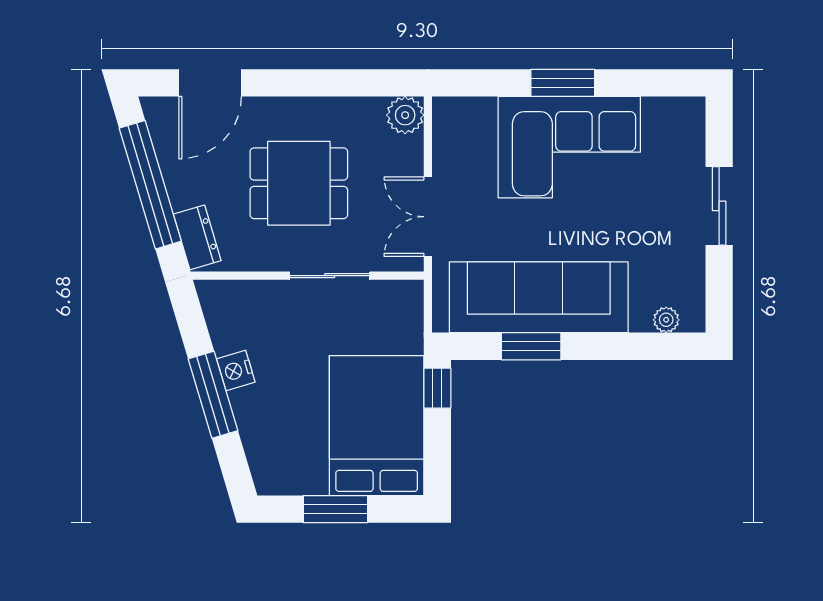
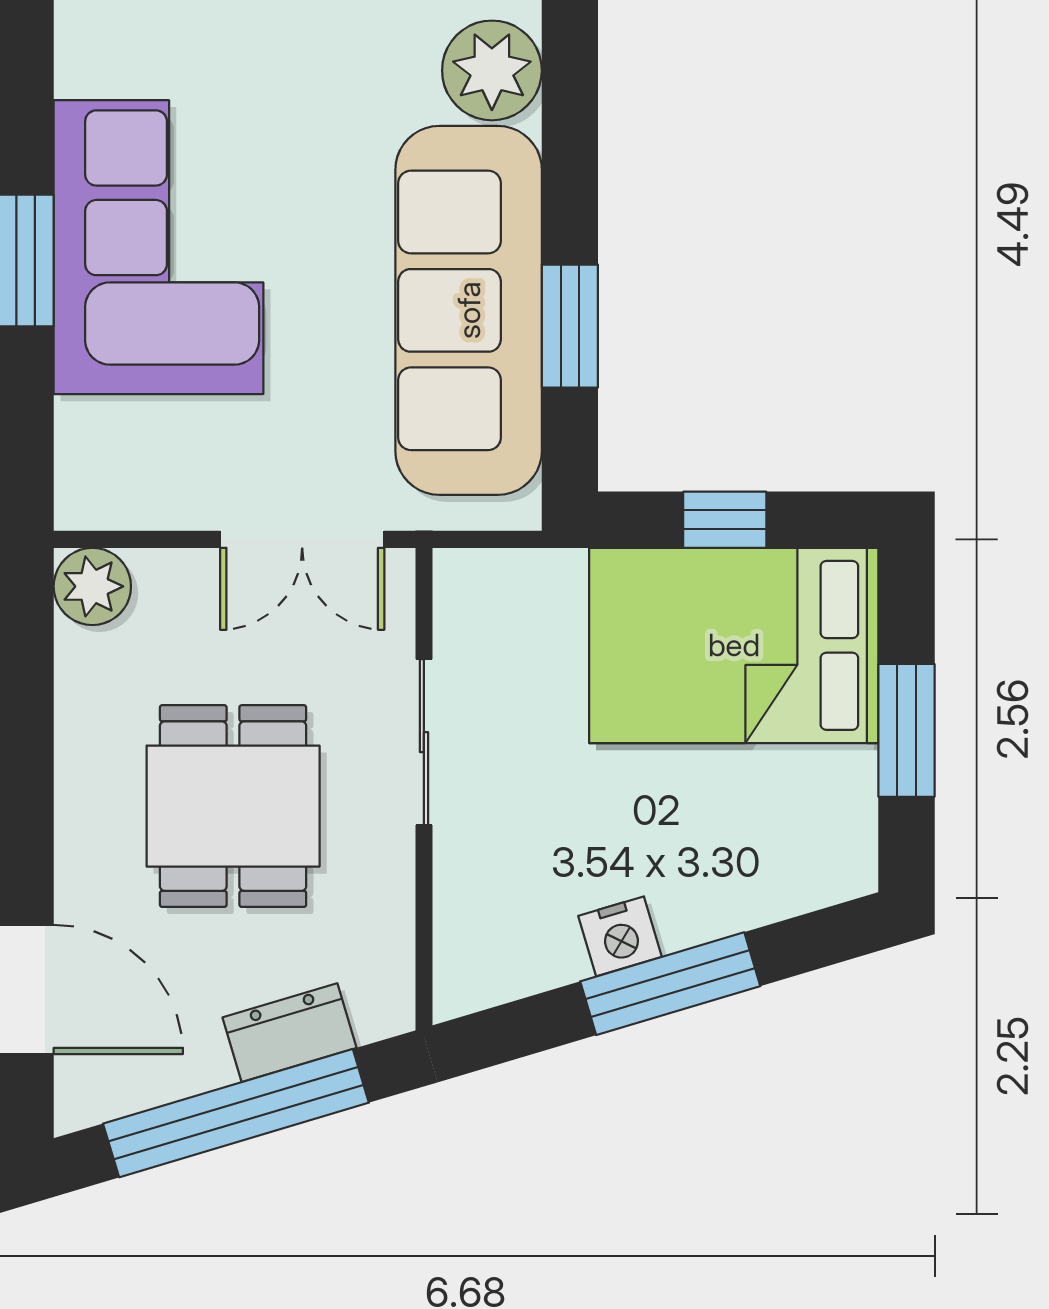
dresser: (197, 237) -> (290, 1033), moved
plant: (666, 320) -> (492, 70), width x1.87, depth x1.87
window: (437, 388) -> (725, 520), moved

